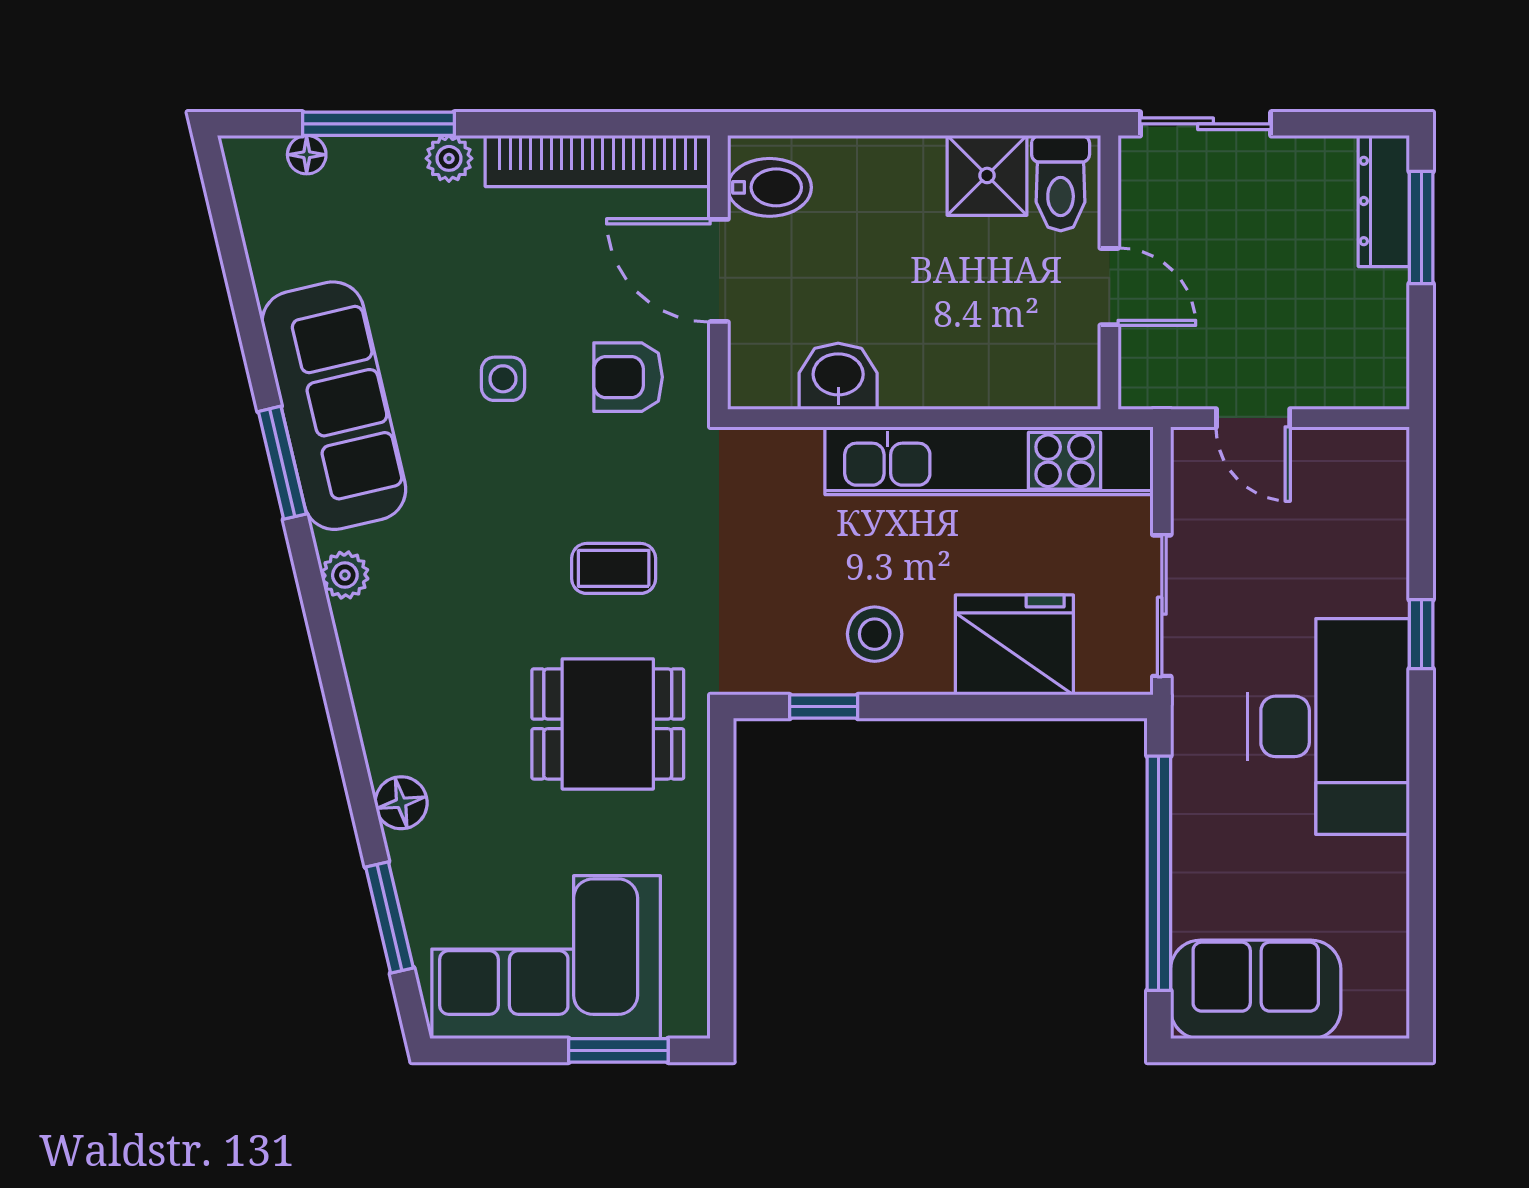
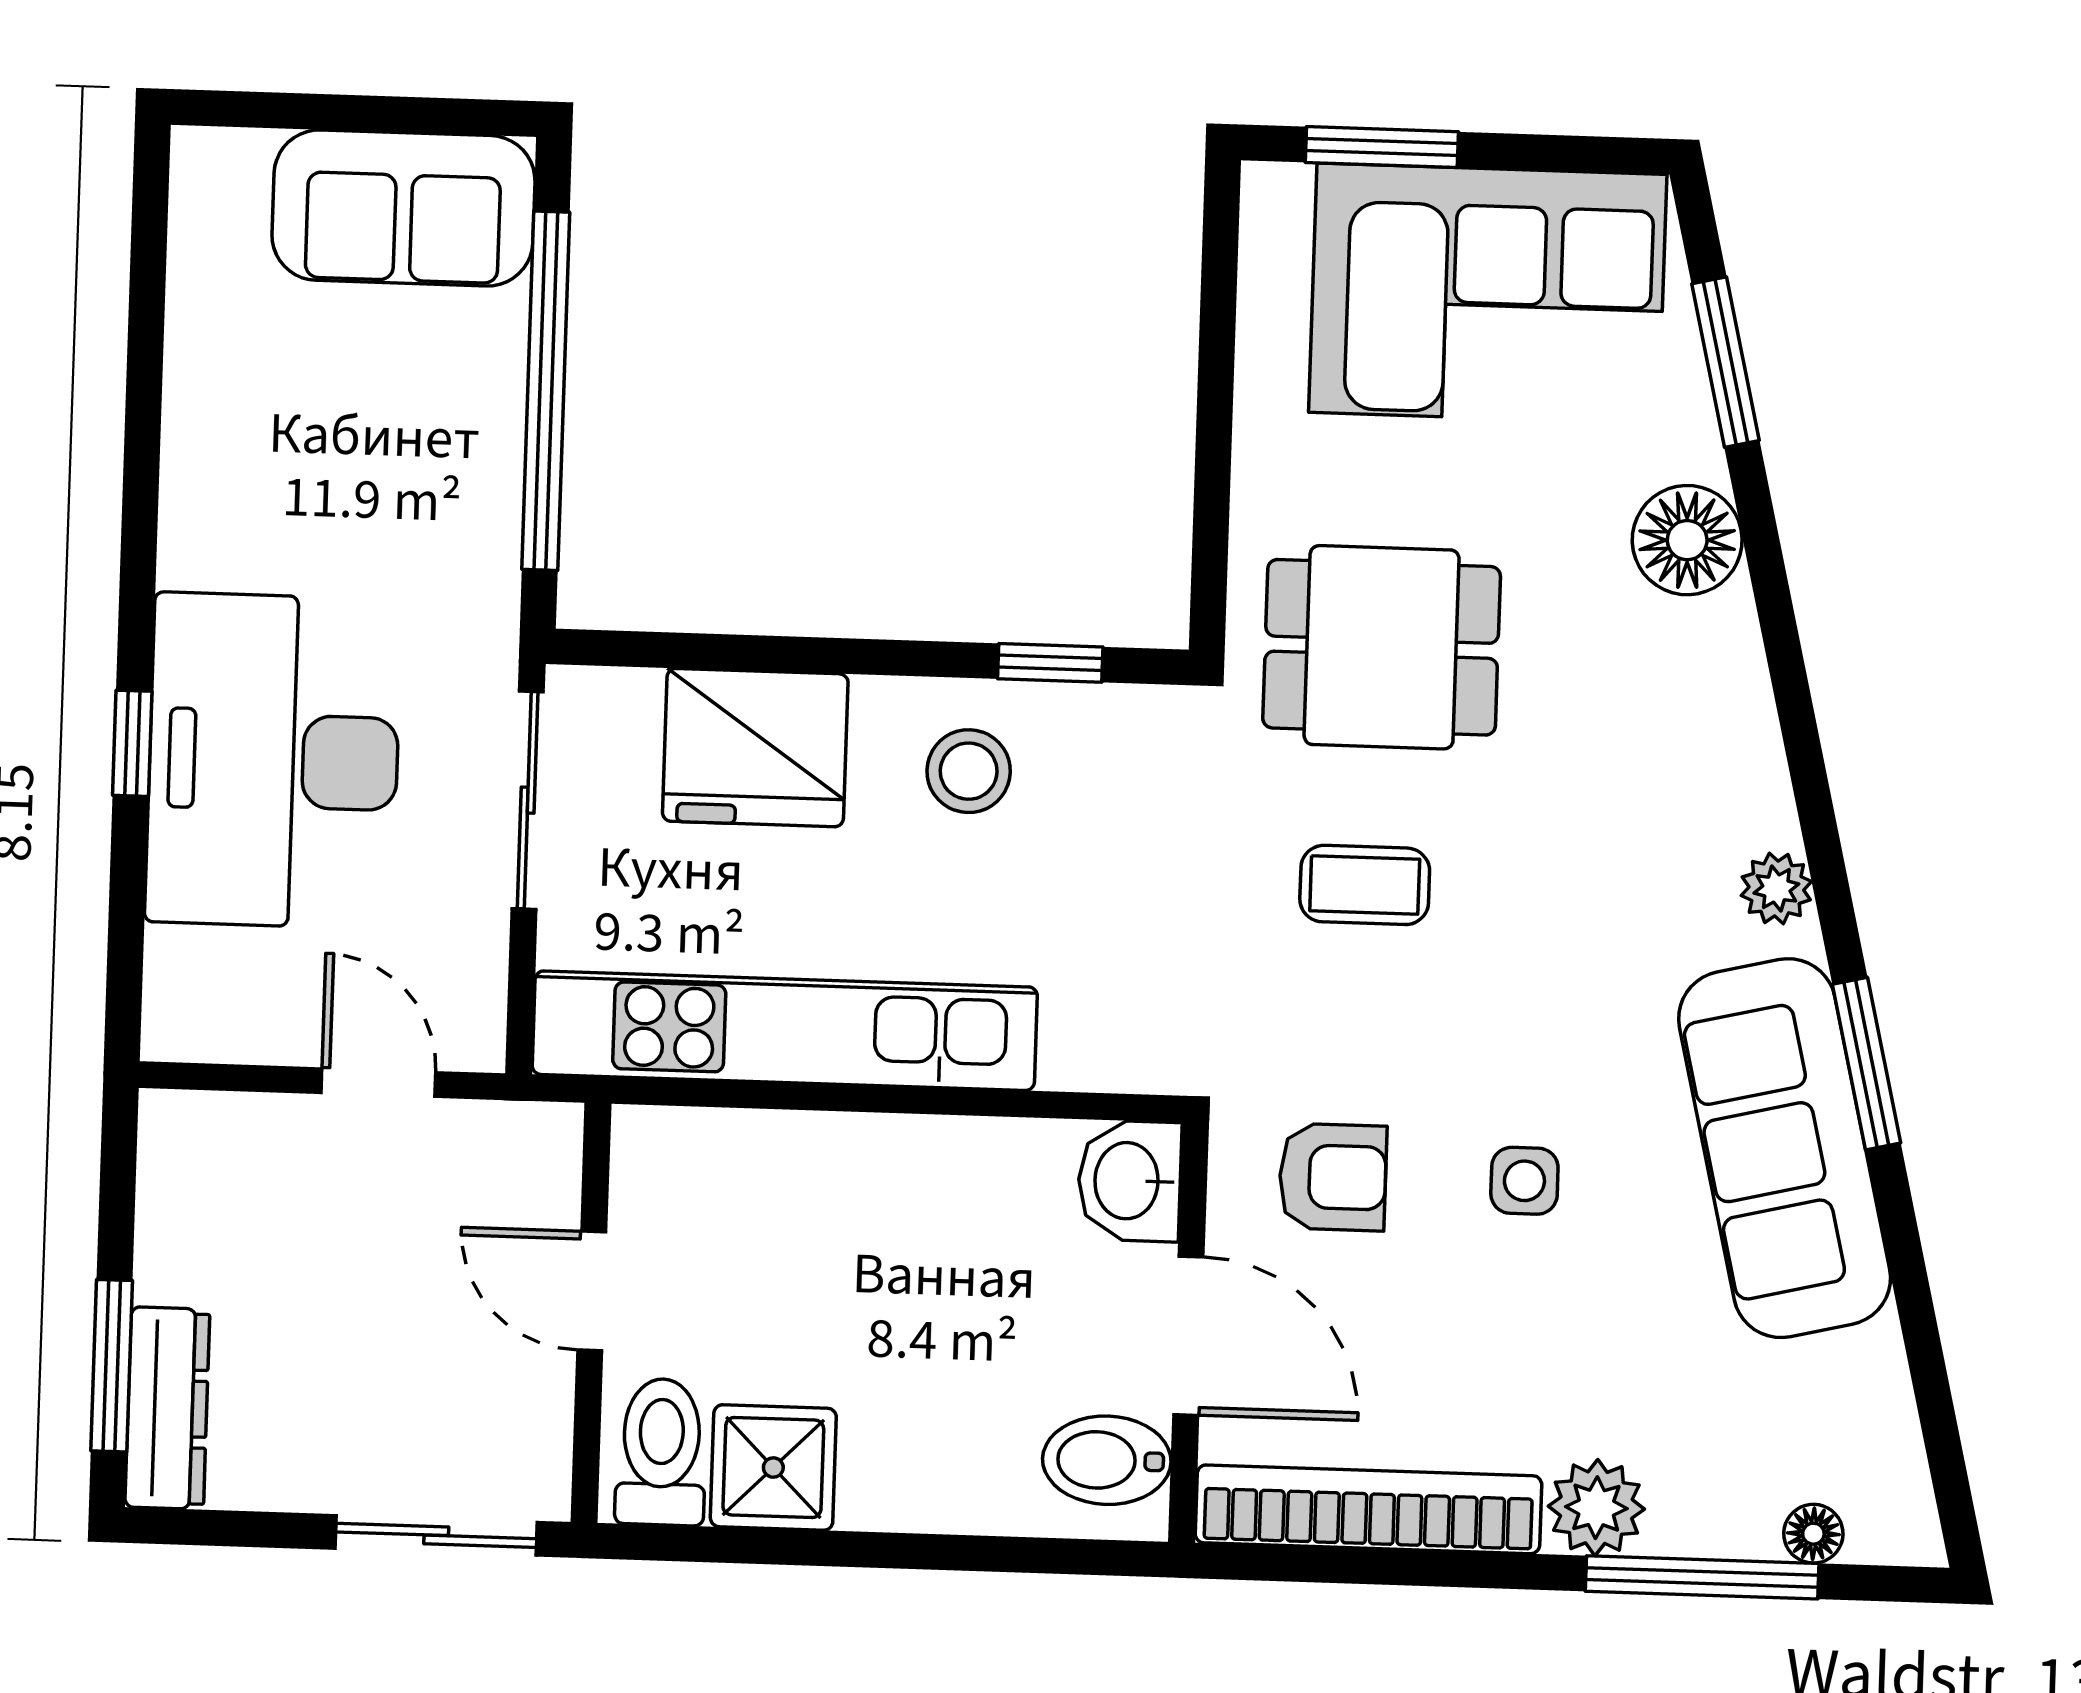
plant: (449, 158) -> (1596, 1508), width x1.38, depth x1.38
washbasin: (838, 376) -> (1130, 1181), moved, turned 90
desk: (1329, 726) -> (273, 761), moved
floor lamp: (401, 803) -> (1687, 540), width x1.38, depth x1.38

